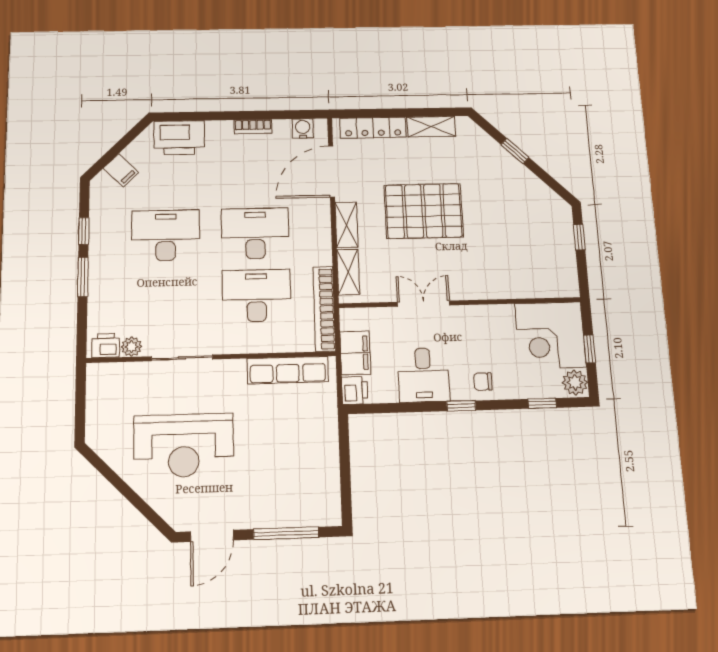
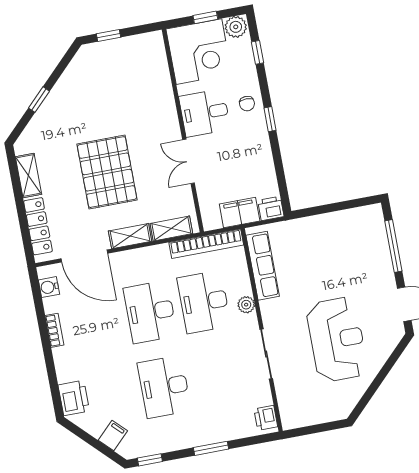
printer: (179, 138) -> (74, 398), width x0.73, depth x0.84
window: (84, 231) -> (150, 460), moved
plant: (132, 347) -> (246, 305), moved
desk: (423, 375) -> (205, 113), moved, turned 180

